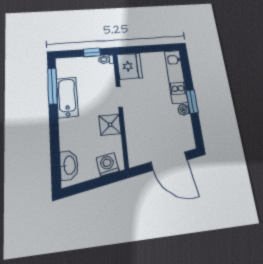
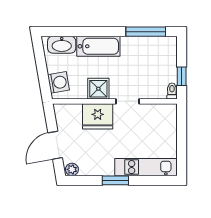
fridge: (130, 66) -> (98, 116), moved
bathtub: (67, 97) -> (98, 46), moved
plant: (184, 110) -> (72, 169), moved
door: (169, 161) -> (55, 145), width x0.73

